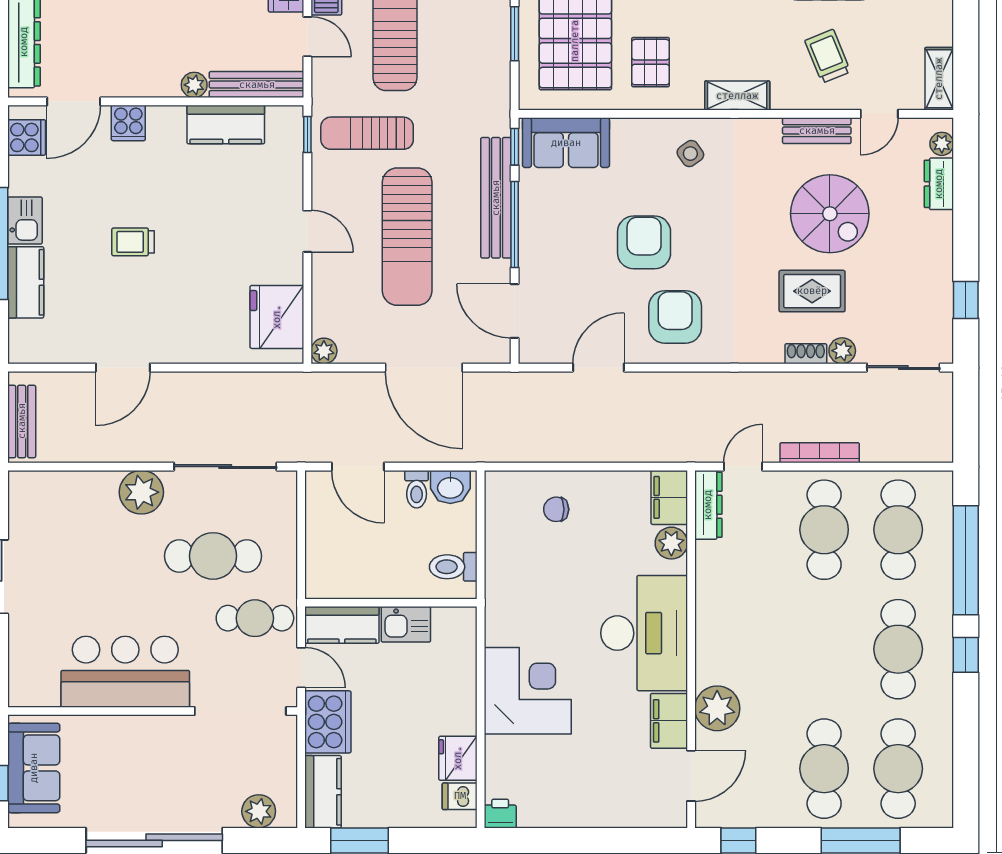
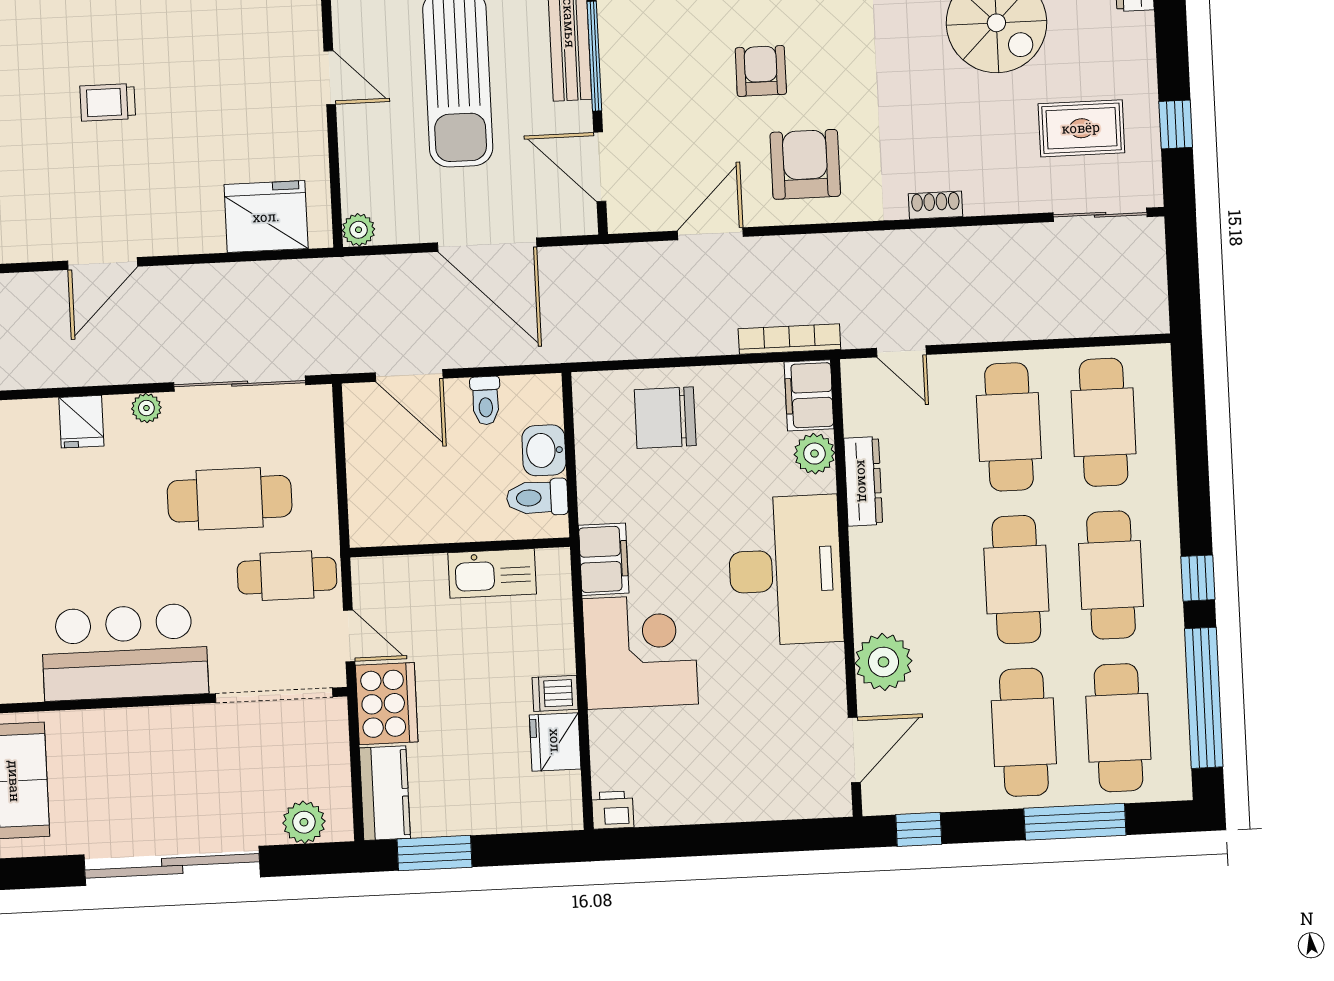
armchair: (644, 242) -> (761, 71), width x0.72, depth x0.72
rug: (812, 291) -> (1081, 128), moved
fridge: (277, 317) -> (266, 217), moved, turned 90
plant: (842, 351) -> (1021, 197), removed
shoe rack: (806, 354) -> (936, 205), moved
bookcase: (820, 453) -> (789, 339), moved
door: (743, 467) -> (901, 351), swing flipped
washbasin: (450, 487) -> (544, 450), moved, turned 90
fridge: (100, 490) -> (81, 422), added
plant: (141, 492) -> (146, 408), width x0.53, depth x0.53
dresser: (708, 505) -> (863, 481), moved
chair: (556, 509) -> (665, 418), width x1.87, depth x1.87
window: (966, 560) -> (1204, 698), moved
kitchen sink: (406, 624) -> (492, 573), width x1.38
kitchen counter: (342, 625) -> (399, 579), removed
cafe table: (824, 649) -> (1016, 580), added
filing cabinet: (669, 721) -> (604, 559), moved, turned 180
dishwasher: (460, 796) -> (555, 693), moved

